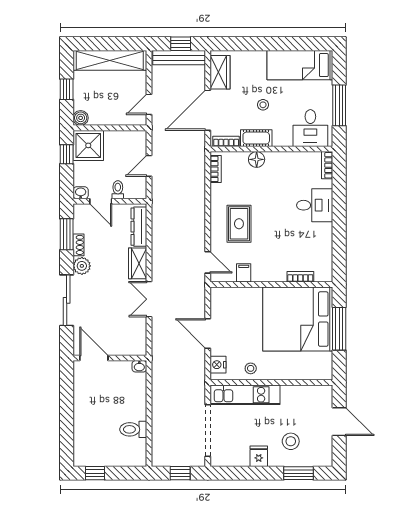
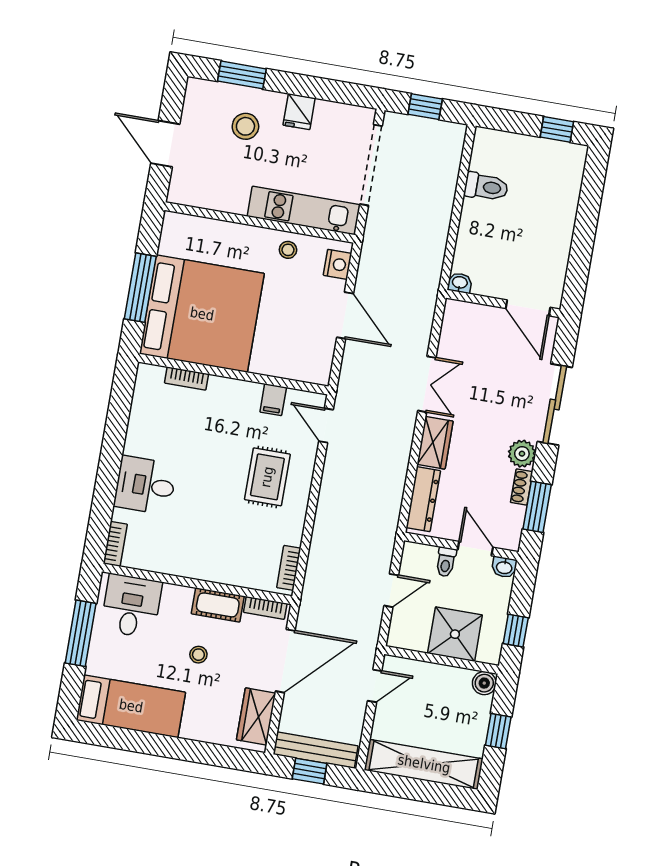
shower: (88, 145) -> (455, 634), moved
floor lamp: (257, 159) -> (223, 572), removed

